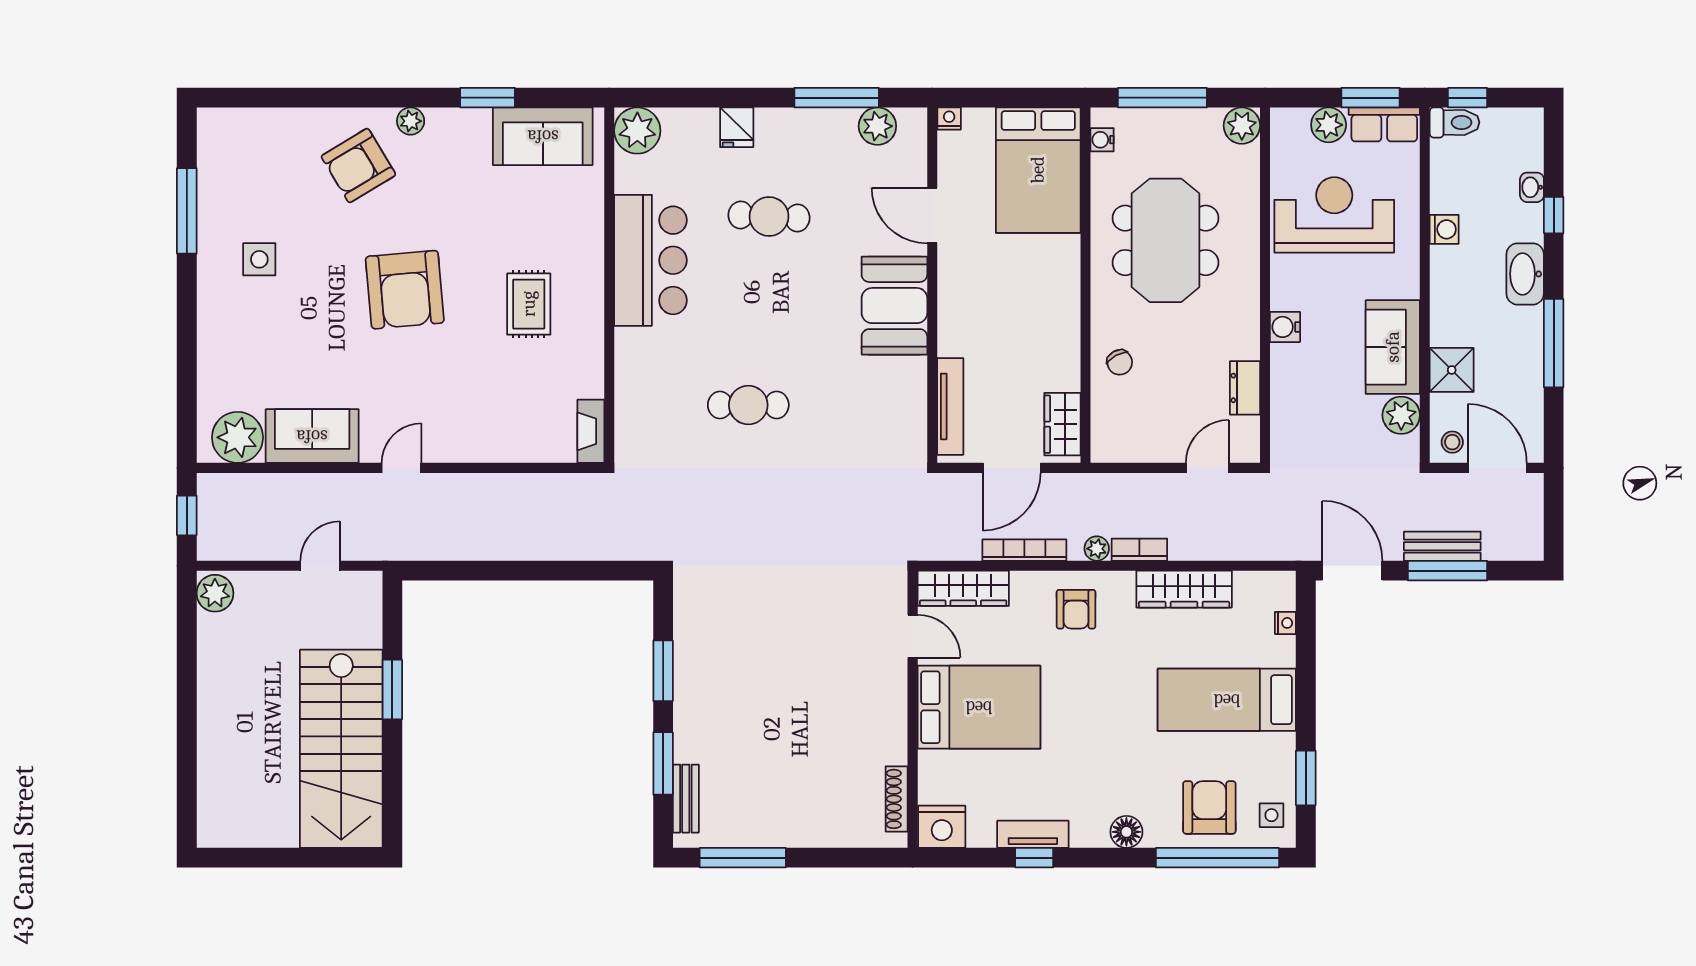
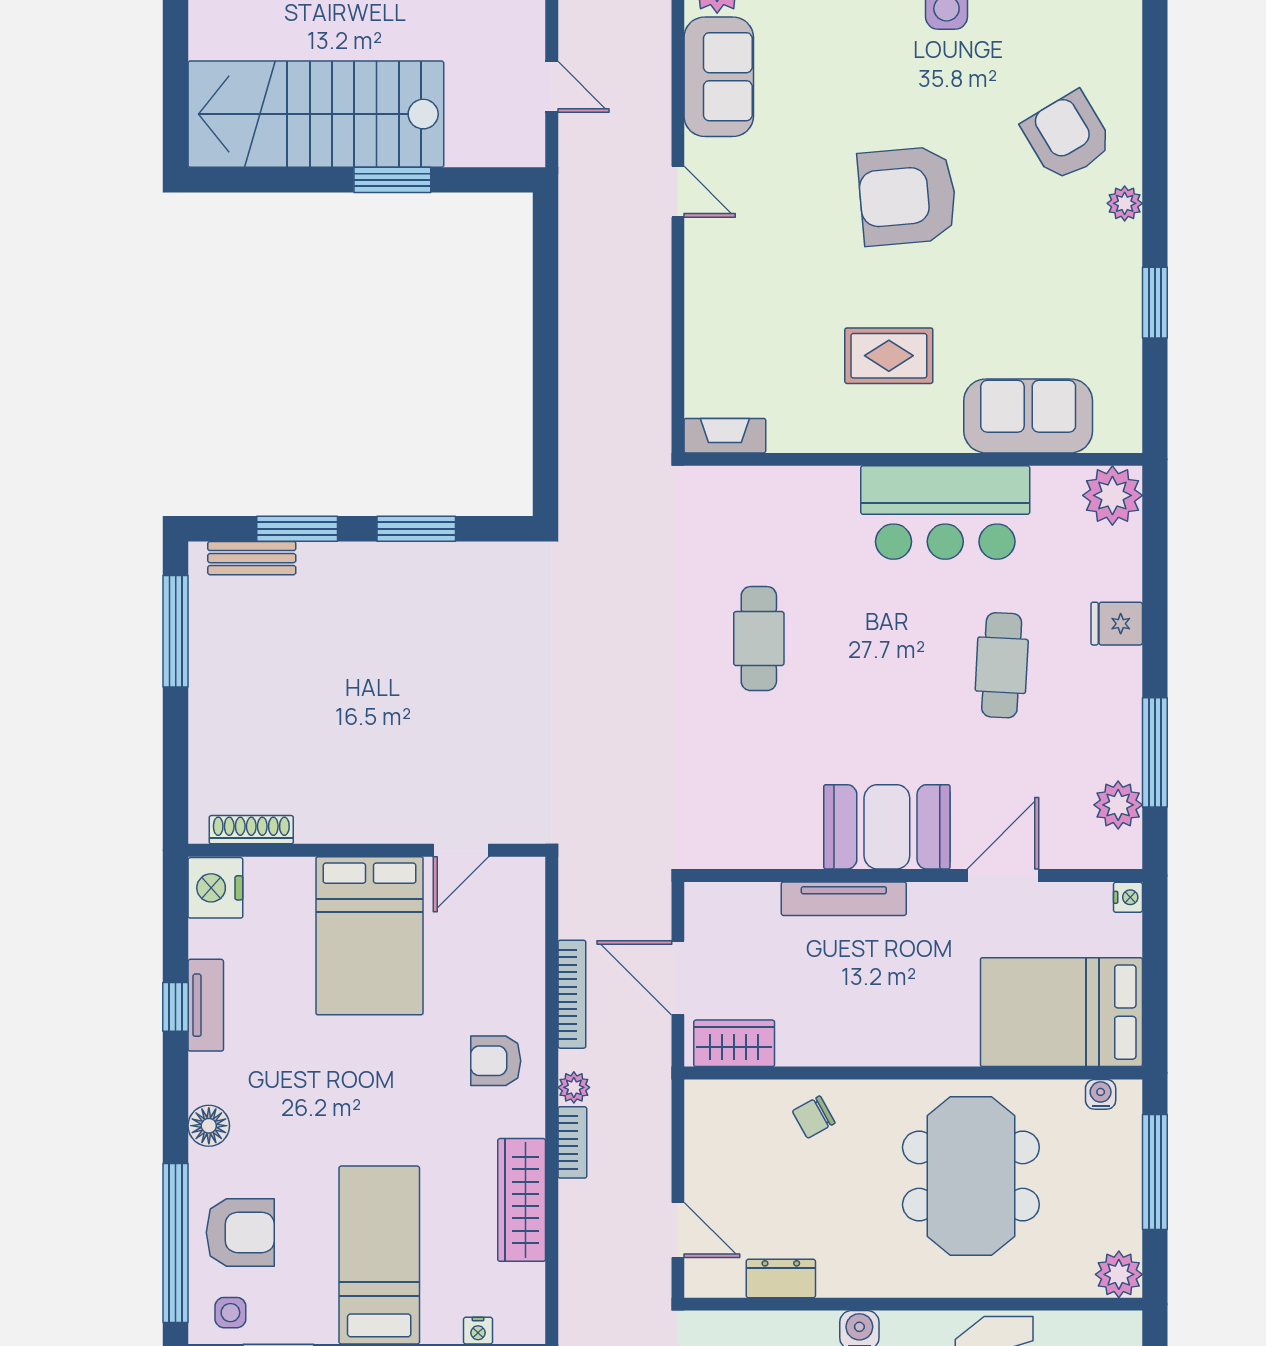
sofa: (543, 136) -> (1028, 416), moved, turned 90
meeting table: (1165, 240) -> (971, 1176), turned 90
tv unit: (950, 406) -> (844, 899), moved
wardrobe: (963, 588) -> (523, 915), removed

